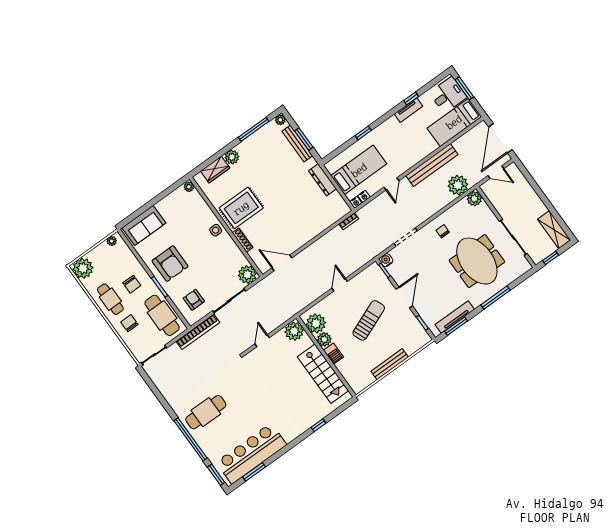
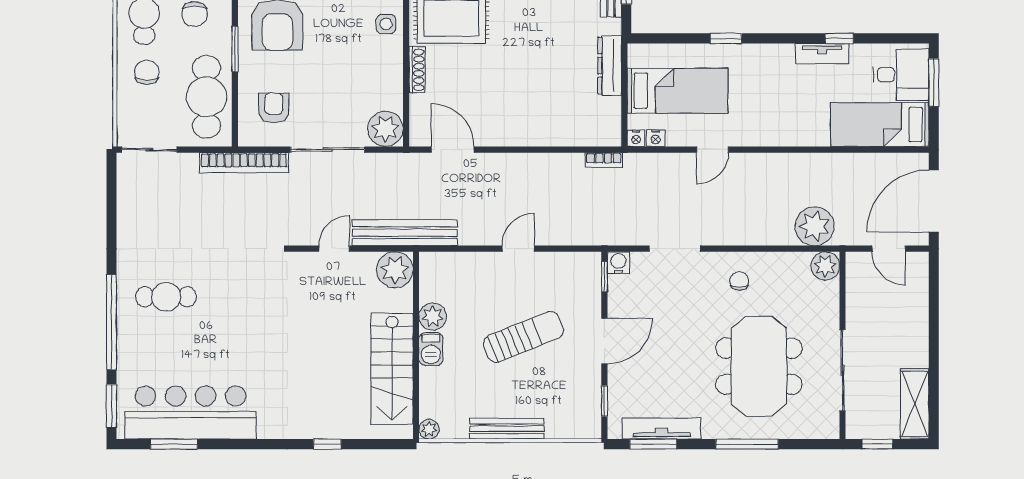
bench: (432, 165) -> (405, 233), moved
plant: (316, 323) -> (429, 429), moved, width x0.53, depth x0.53
cafe table: (206, 412) -> (166, 297), width x0.73, depth x0.74

